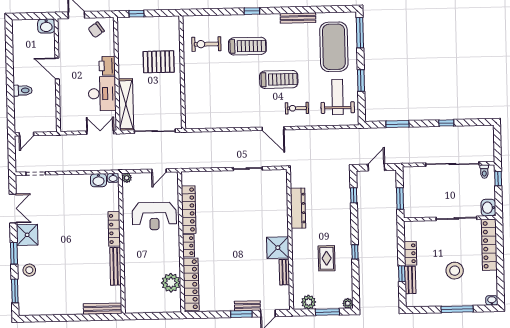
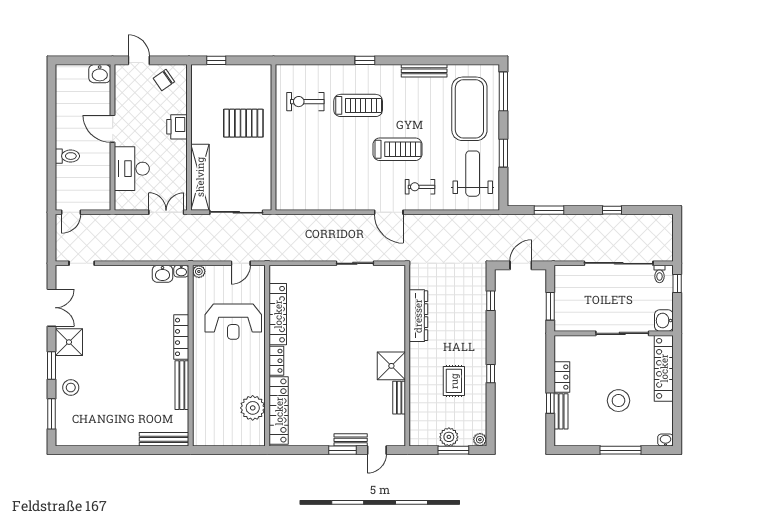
desk: (102, 94) -> (132, 169), moved, turned 180
plant: (309, 302) -> (449, 437), moved

